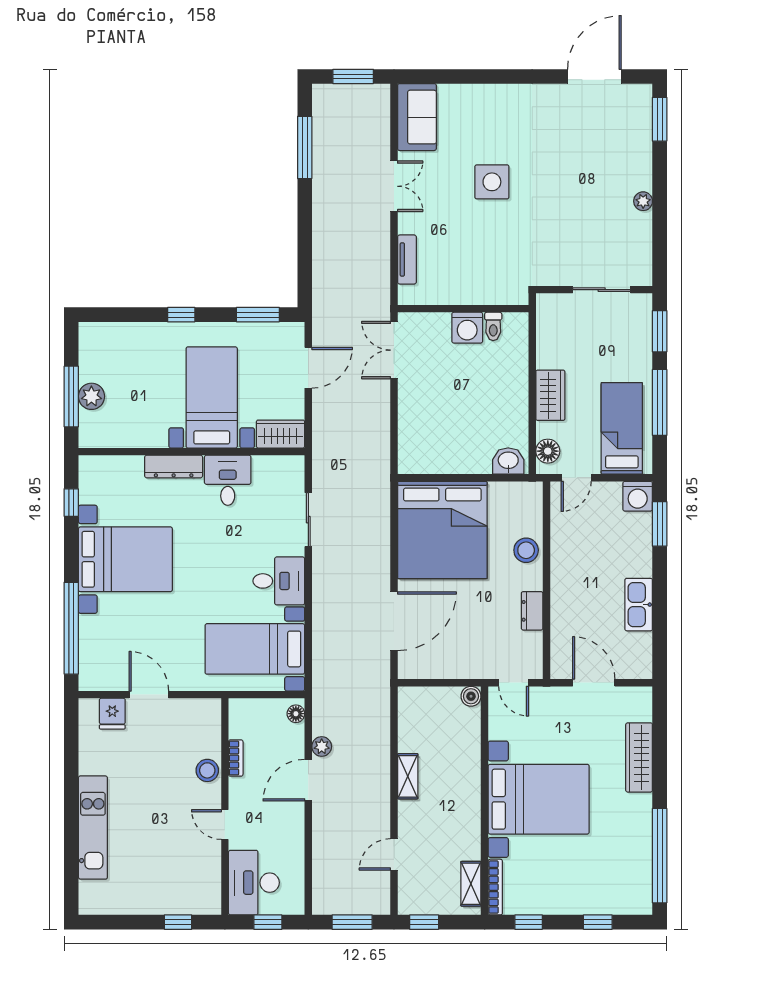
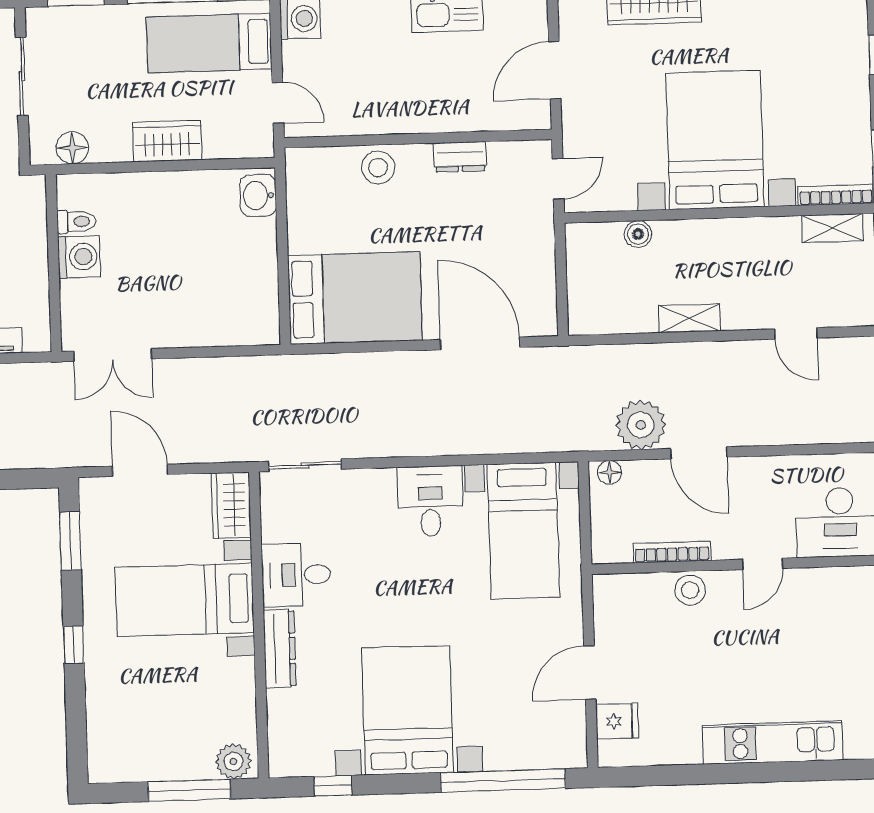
plant: (91, 396) -> (233, 761), moved
floor lamp: (548, 451) -> (72, 148), moved
sliding door: (308, 520) -> (305, 465), moved
bed: (442, 530) -> (355, 298), width x0.73
boiler: (471, 696) -> (638, 234), moved
plant: (322, 747) -> (641, 425), width x1.87, depth x1.87
bookcase: (236, 758) -> (672, 552), width x1.56

